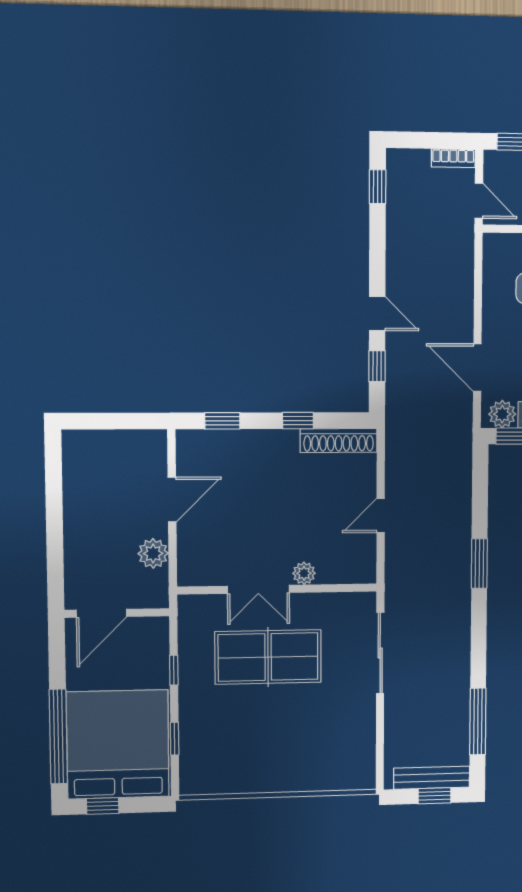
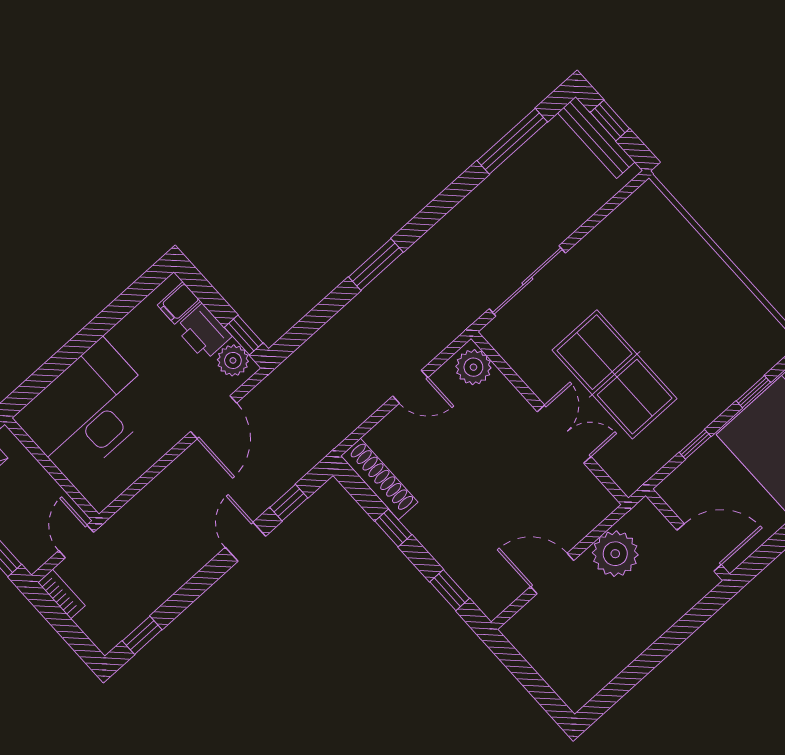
plant: (153, 553) -> (615, 554), width x1.36, depth x1.36
plant: (304, 573) -> (473, 367), moved, width x1.38, depth x1.38

